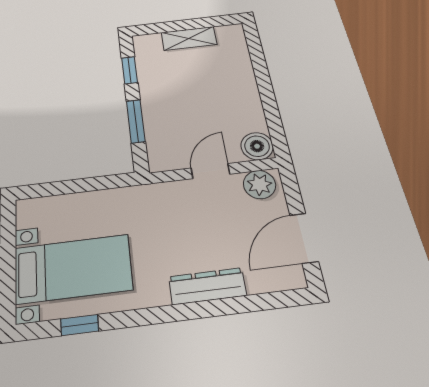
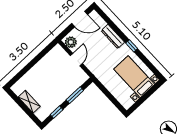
boiler: (257, 146) -> (58, 51), removed
door: (210, 171) -> (76, 60), swing flipped
window: (80, 325) -> (132, 46), moved

